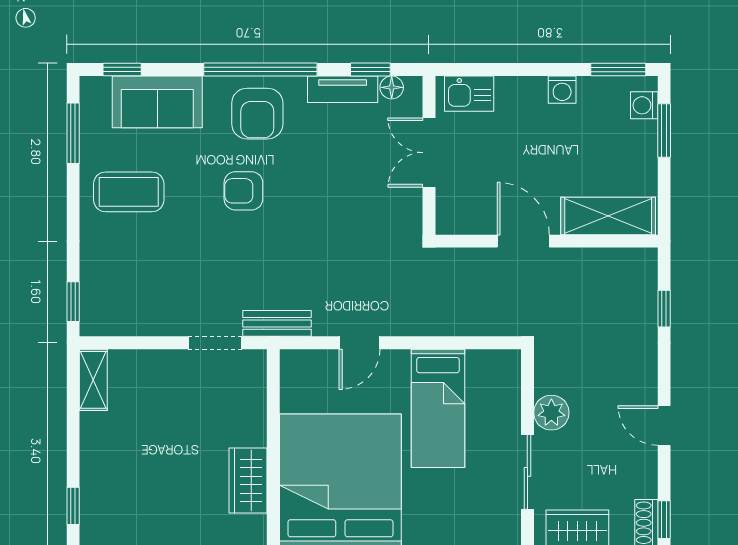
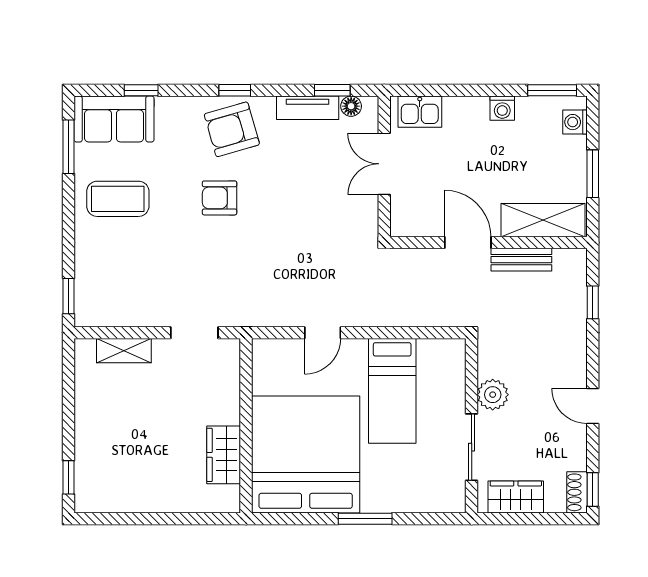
window: (122, 70) -> (141, 90), moved
window: (260, 70) -> (235, 90), width x0.32
sofa: (157, 102) -> (114, 119), moved
armchair: (257, 114) -> (232, 129), turned 74
window: (664, 130) -> (593, 174), moved
bench: (277, 323) -> (521, 260), moved
shelving: (93, 380) -> (124, 351), moved, turned 90

